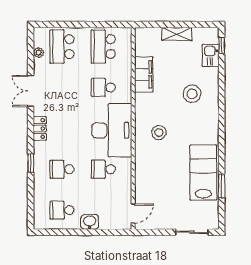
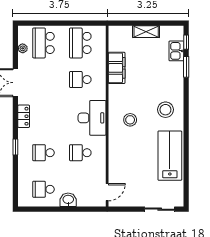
stool: (192, 94) -> (165, 110), moved
desk: (112, 130) -> (92, 118), width x0.73, depth x0.77
window: (222, 186) -> (186, 67), moved

